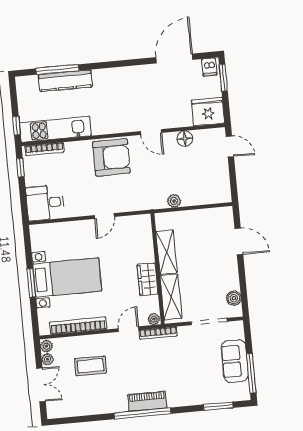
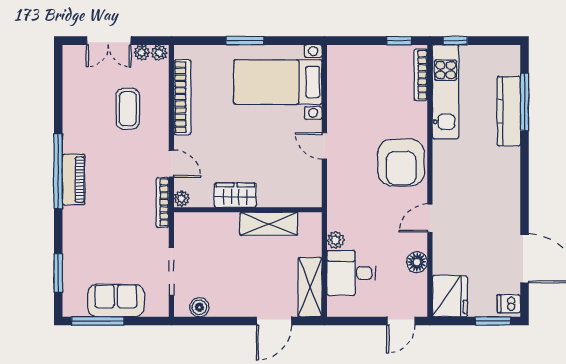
desk: (45, 203) -> (351, 273), moved, turned -90
bed with nightstands: (67, 277) -> (278, 82), moved, turned 90
shelving: (171, 297) -> (310, 287), moved, turned 90

